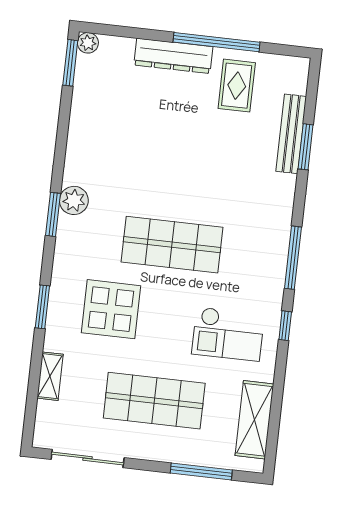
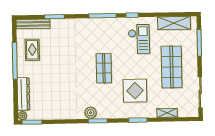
dresser: (173, 56) -> (23, 94), moved
rug: (237, 86) -> (32, 50), turned 90
bench: (291, 134) -> (33, 24), moved
shop shelf: (172, 245) -> (104, 68), width x0.70, depth x0.74

